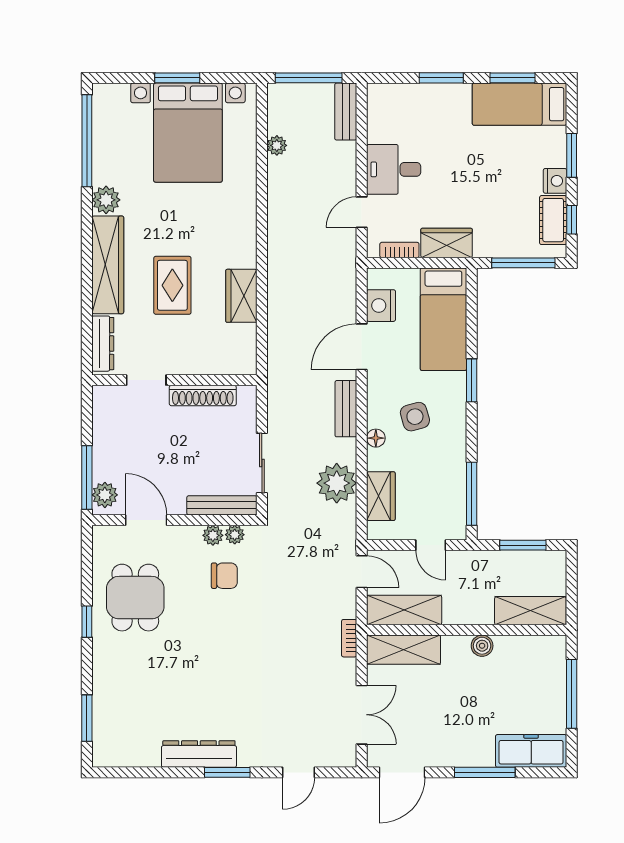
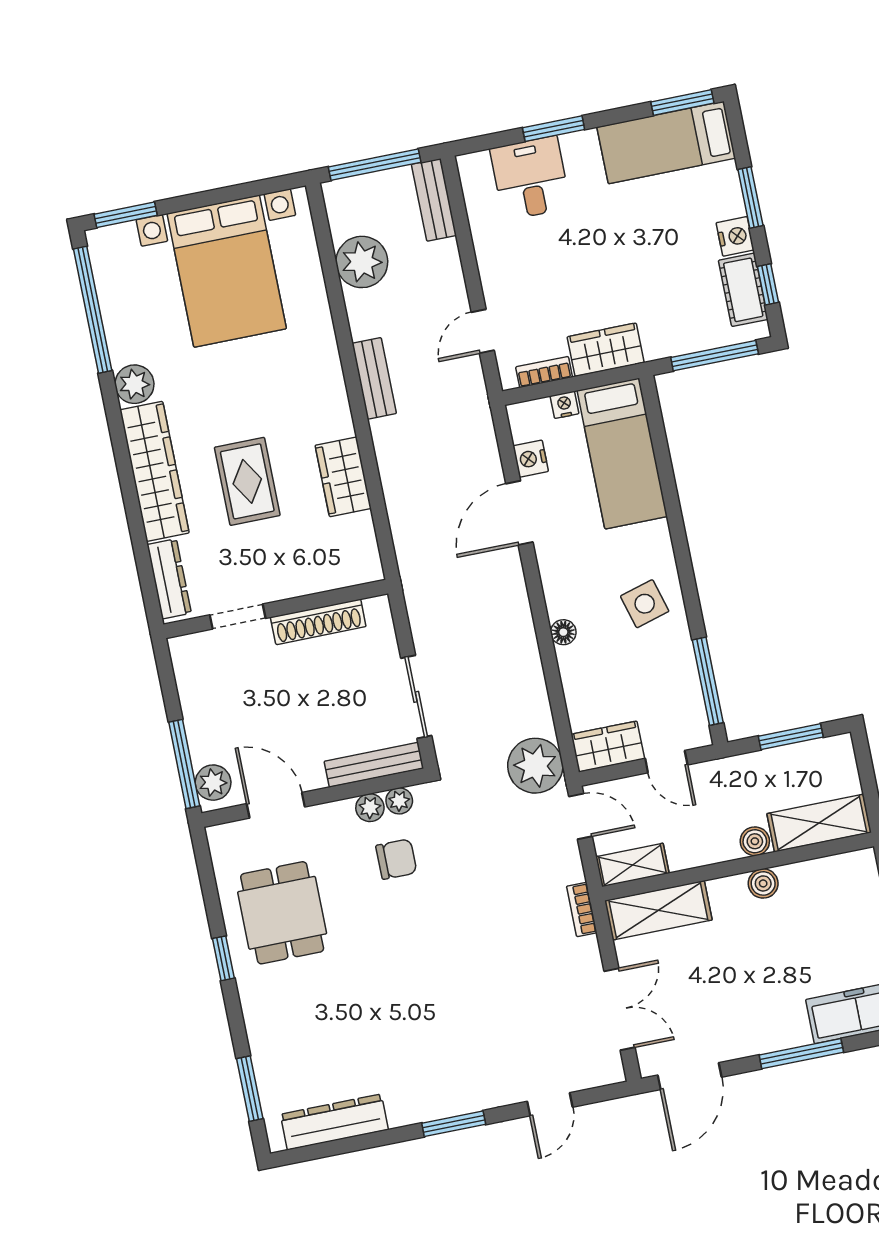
window: (177, 78) -> (126, 215), moved
window: (513, 78) -> (682, 103), moved
plant: (277, 145) -> (362, 262), width x1.87, depth x1.87
desk: (394, 169) -> (530, 178), moved, turned 90
nightstand: (409, 276) -> (564, 405), added
nightstand: (381, 306) -> (531, 459), width x0.74, depth x0.75
window: (472, 380) -> (677, 528), removed
bench: (346, 409) -> (374, 378), moved
side table: (415, 417) -> (645, 604), moved
plant: (337, 483) -> (535, 766), moved
wardrobe: (381, 496) -> (608, 747), moved, turned -90
shelving: (404, 610) -> (632, 865), width x0.67, depth x0.75
boiler: (482, 614) -> (755, 841), added
dresser: (199, 754) -> (334, 1122), moved

